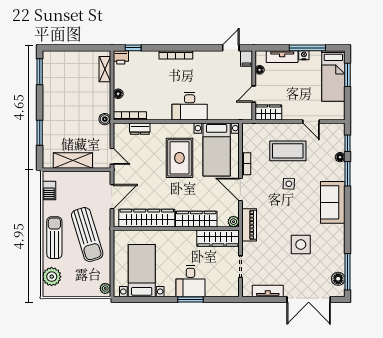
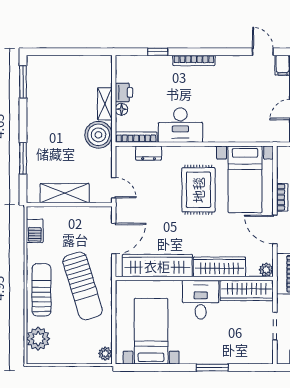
window: (133, 48) -> (158, 52), moved
door: (231, 48) -> (263, 52), hinge flipped
printer: (121, 57) -> (124, 92), moved, turned -90
shelving: (105, 69) -> (105, 104), moved
desk: (190, 106) -> (180, 125), moved
boiler: (105, 119) -> (98, 135), width x1.86, depth x1.86
desk: (190, 281) -> (201, 300), moved, turned 180

